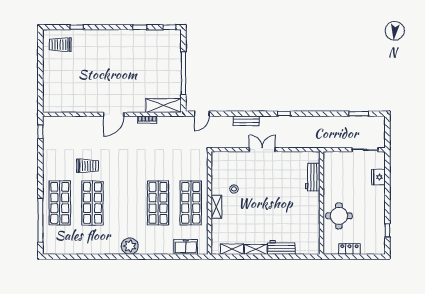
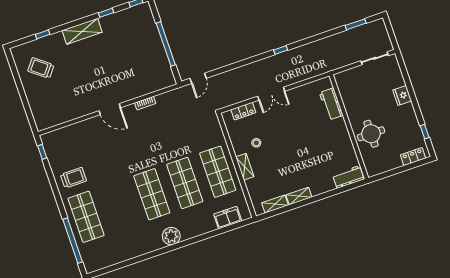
trolley: (60, 45) -> (41, 68), moved, turned 38
shelving: (164, 106) -> (82, 31), moved
door: (114, 114) -> (110, 109), hinge flipped
bench: (246, 121) -> (245, 70), removed
double door: (262, 150) -> (271, 94), swing flipped
locker: (232, 157) -> (243, 111), added
trolley: (88, 166) -> (73, 178), moved
fridge: (378, 177) -> (402, 95), moved
shop shelf: (92, 203) -> (152, 194), moved
workbench: (281, 247) -> (348, 177), moved
locker: (350, 249) -> (413, 157), moved

